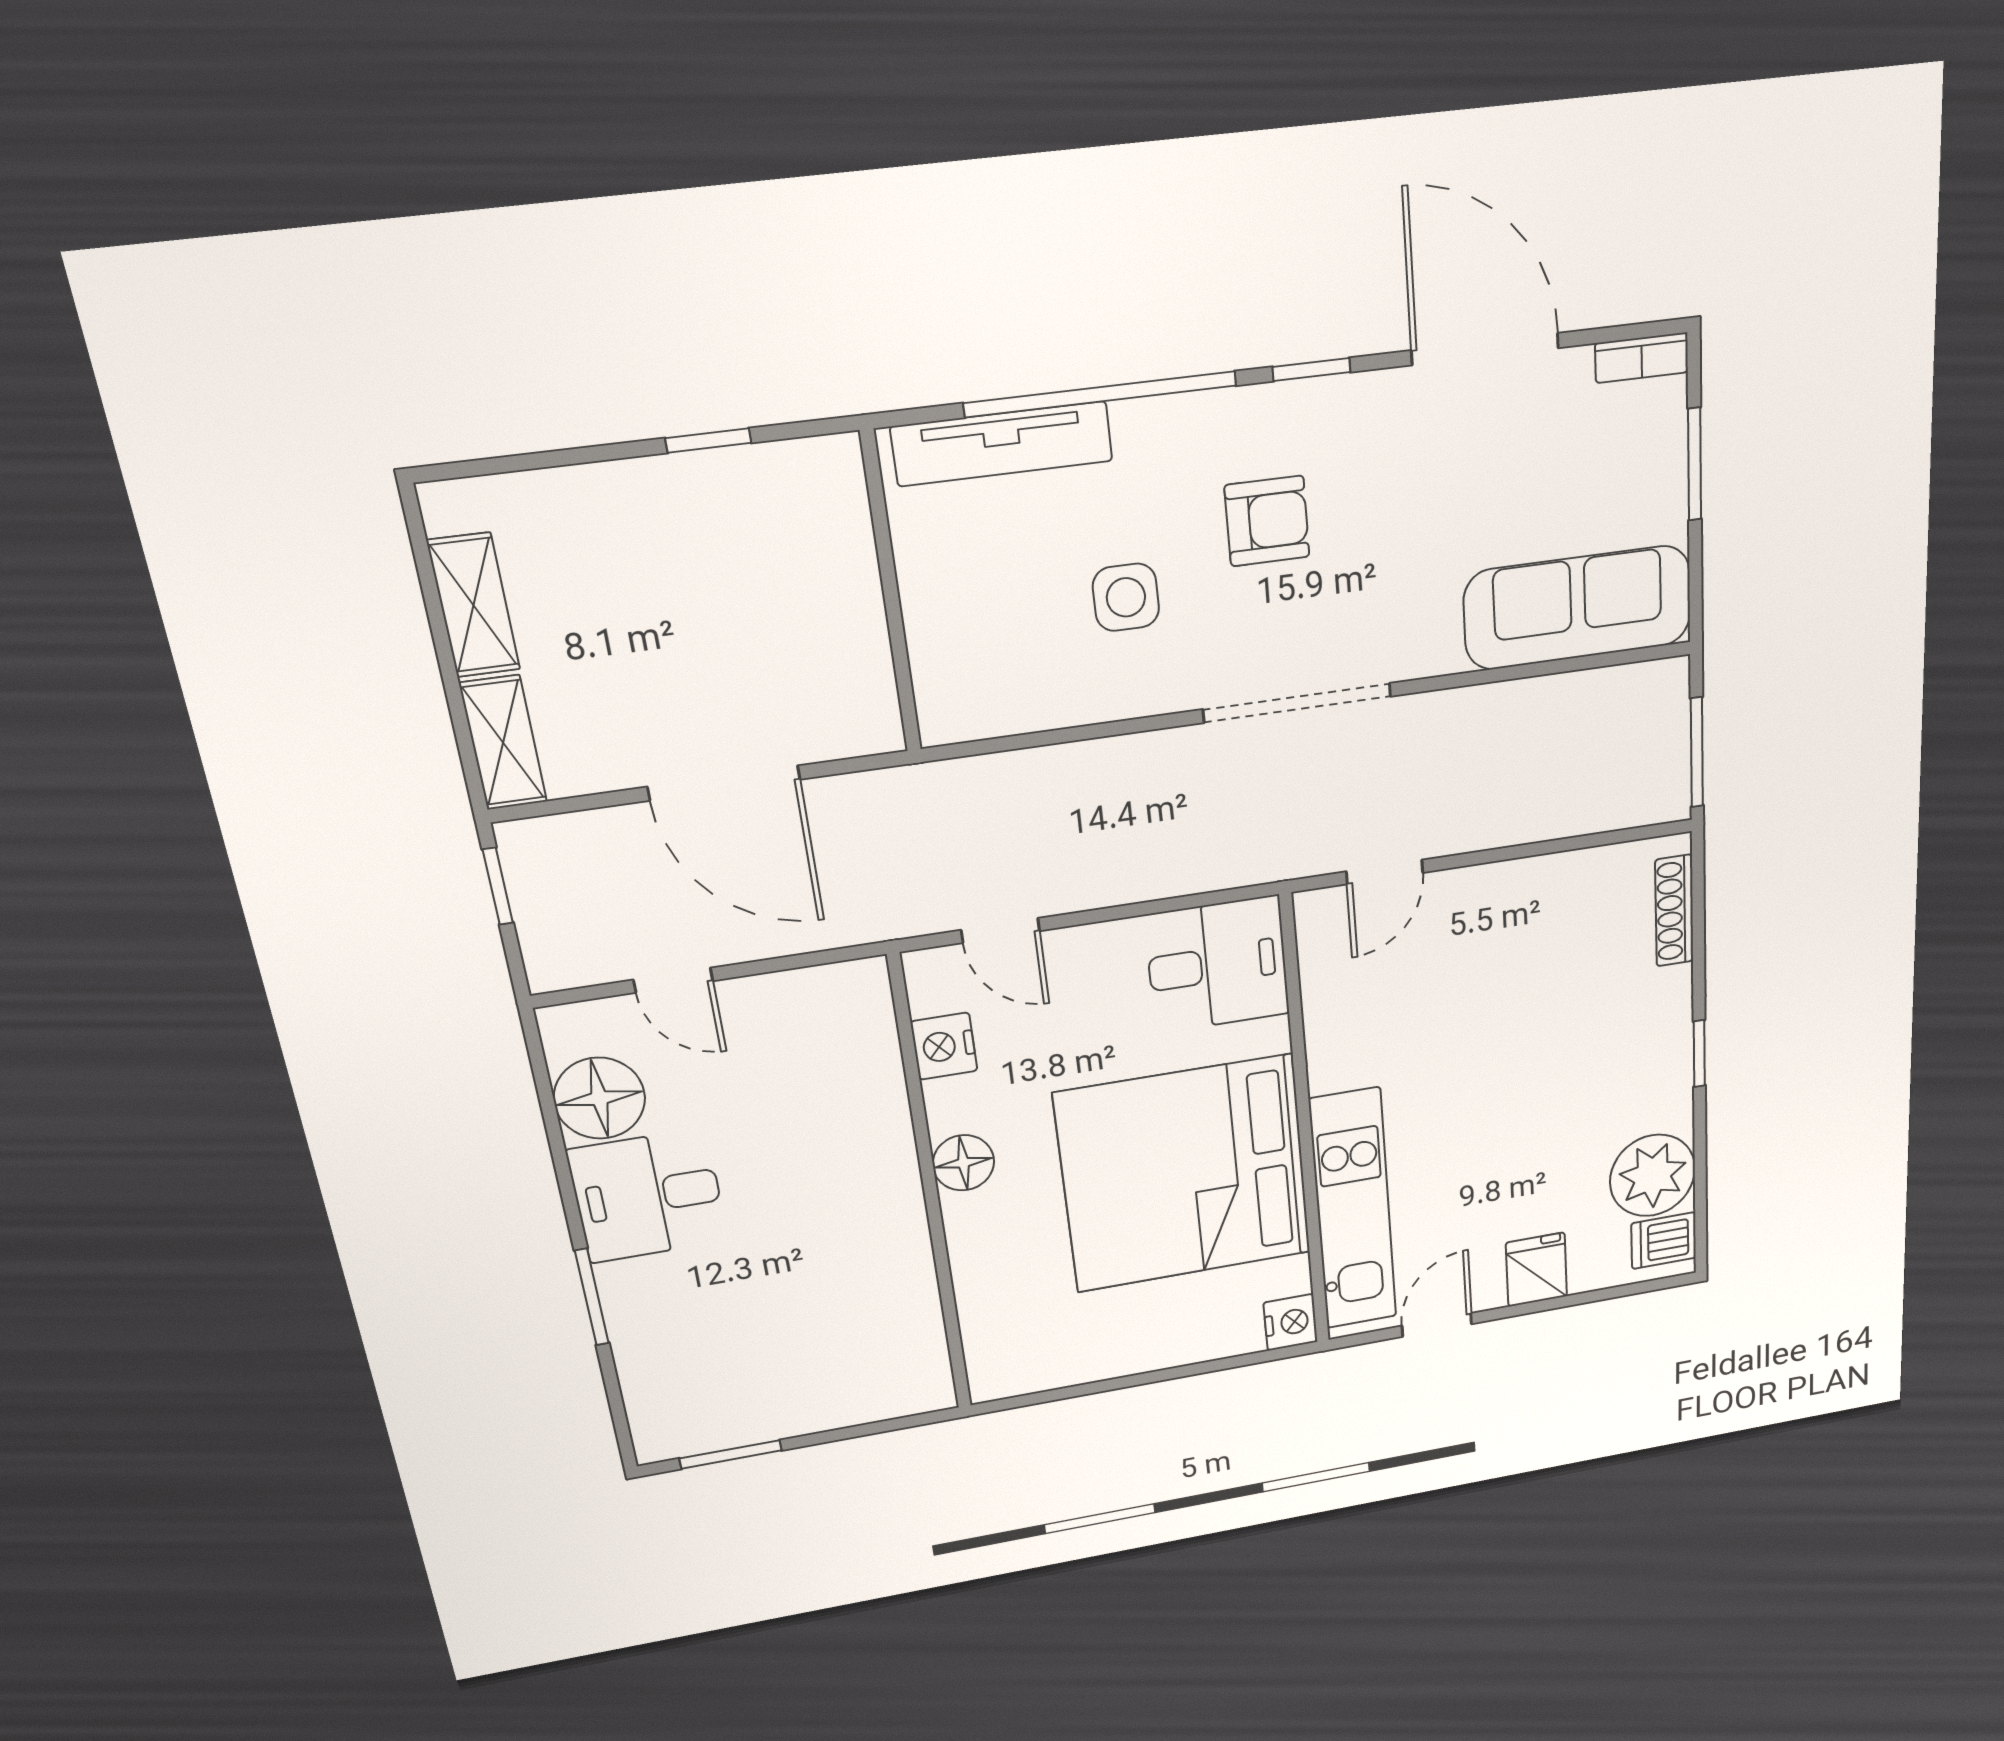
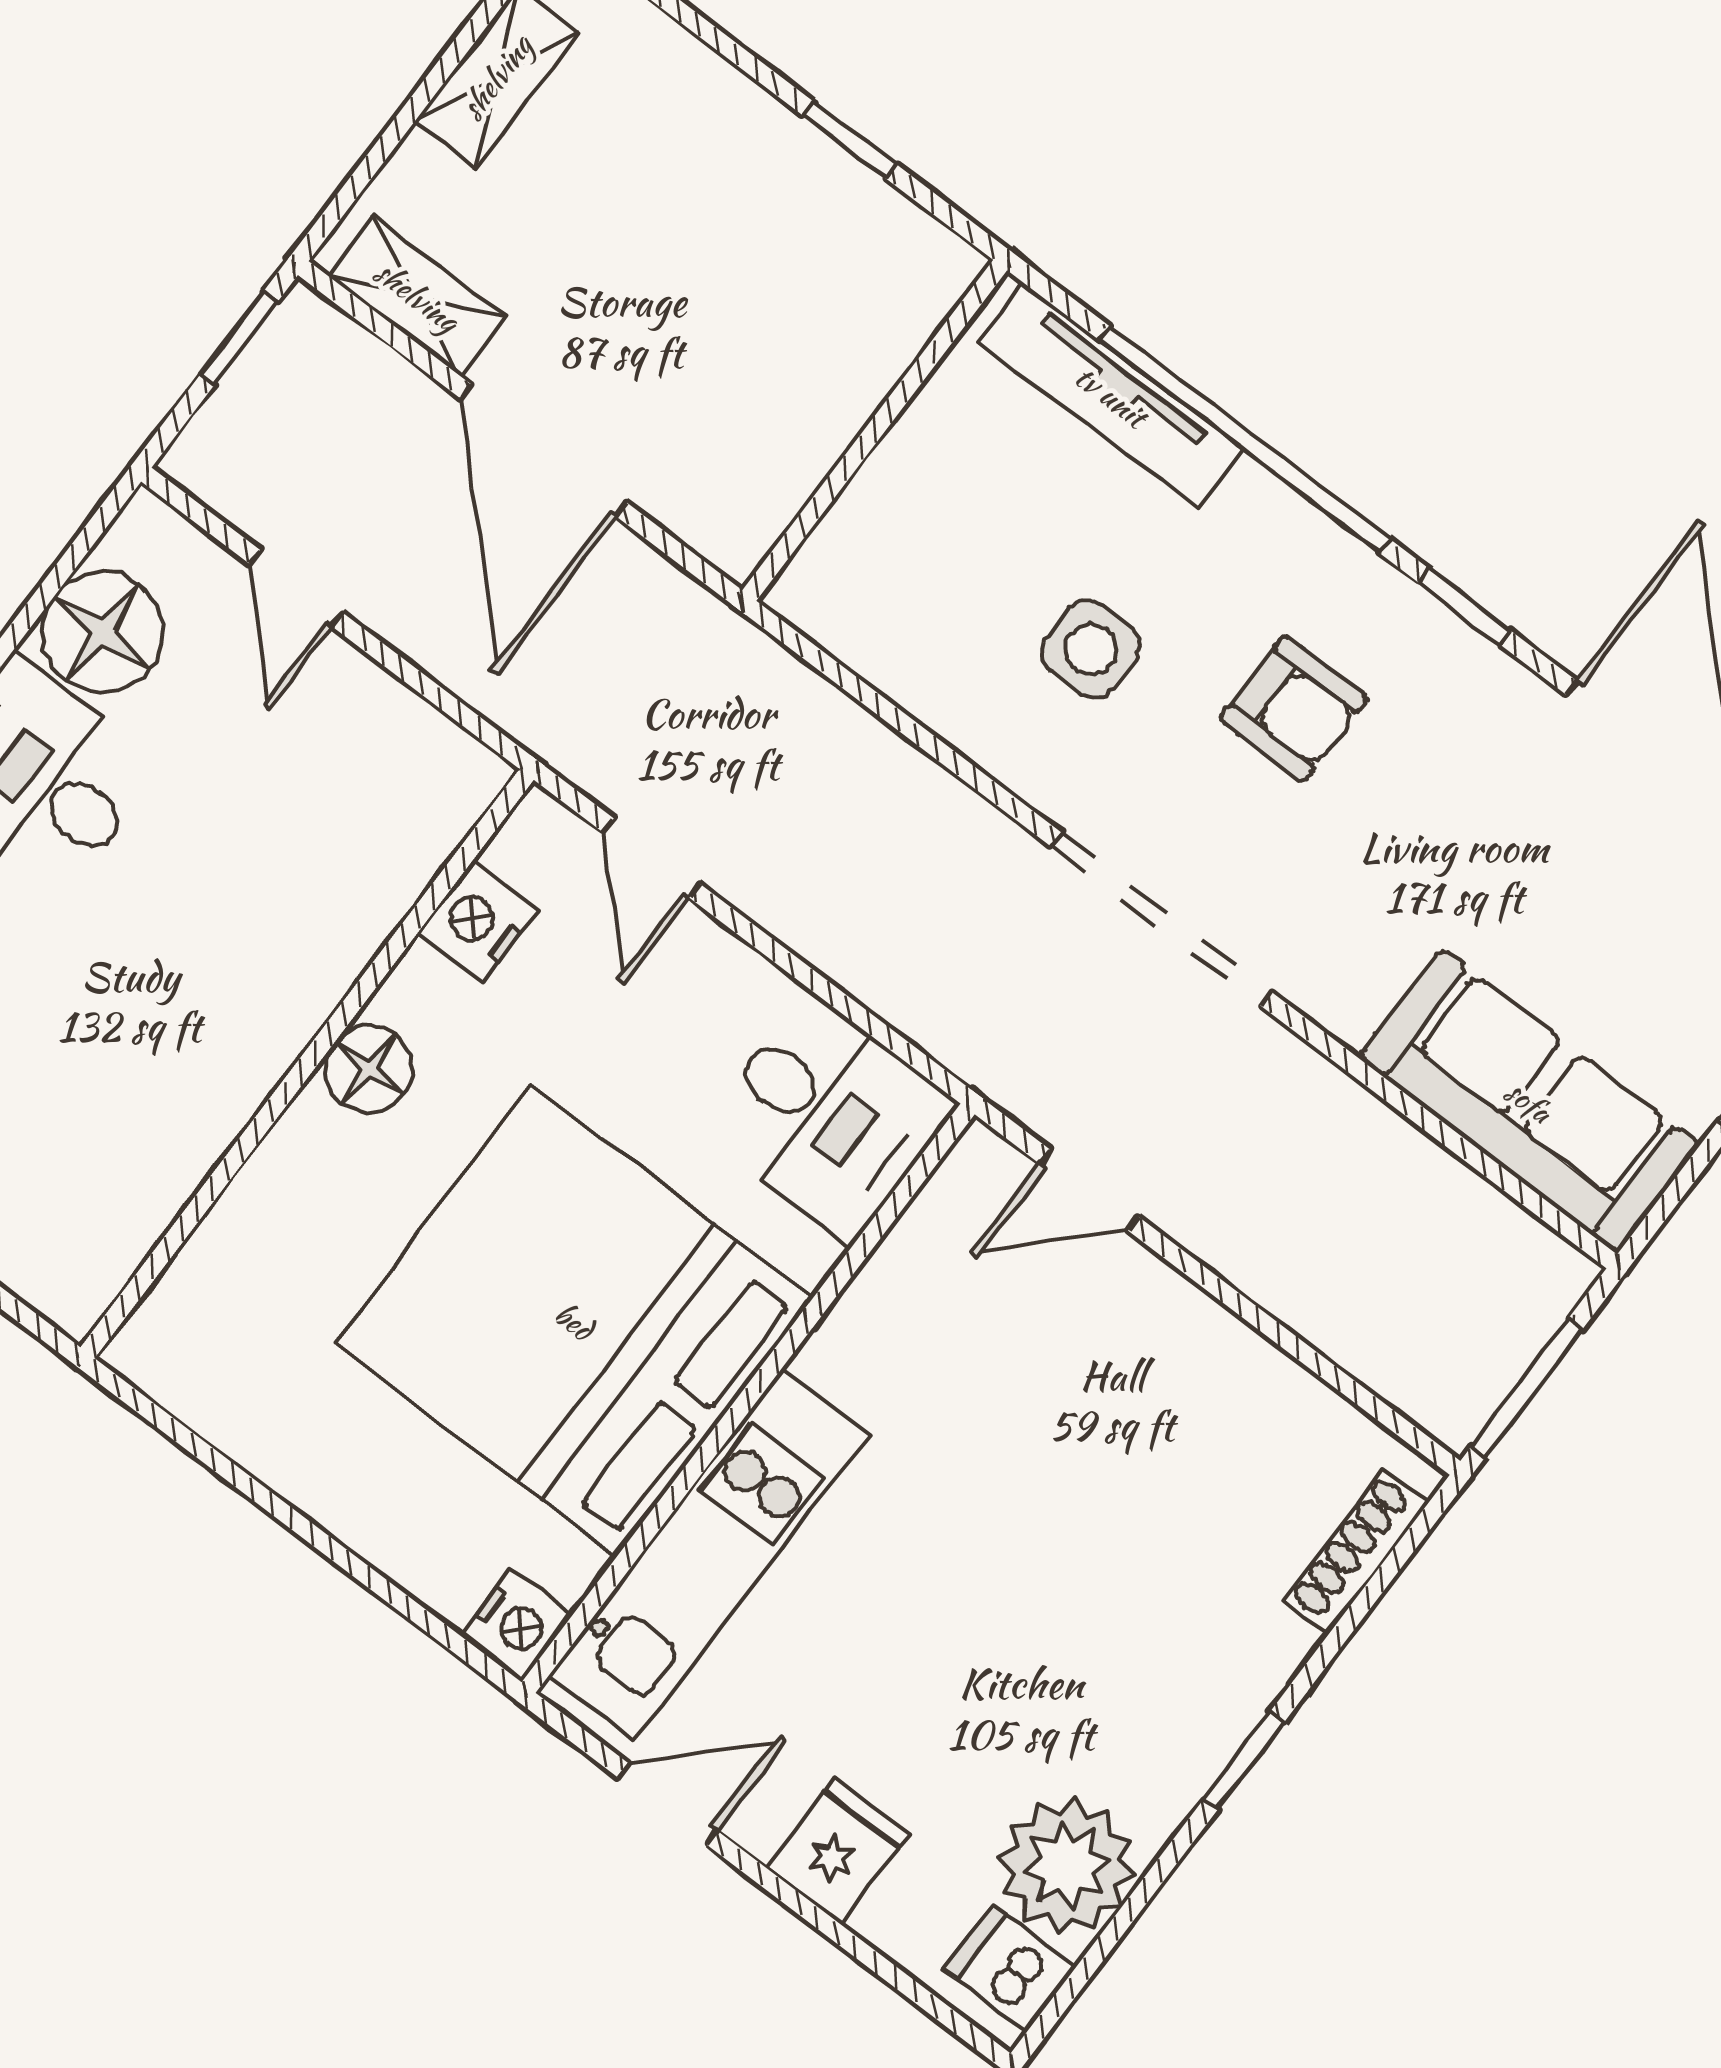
shelving: (503, 743) -> (417, 296), moved, turned 90

